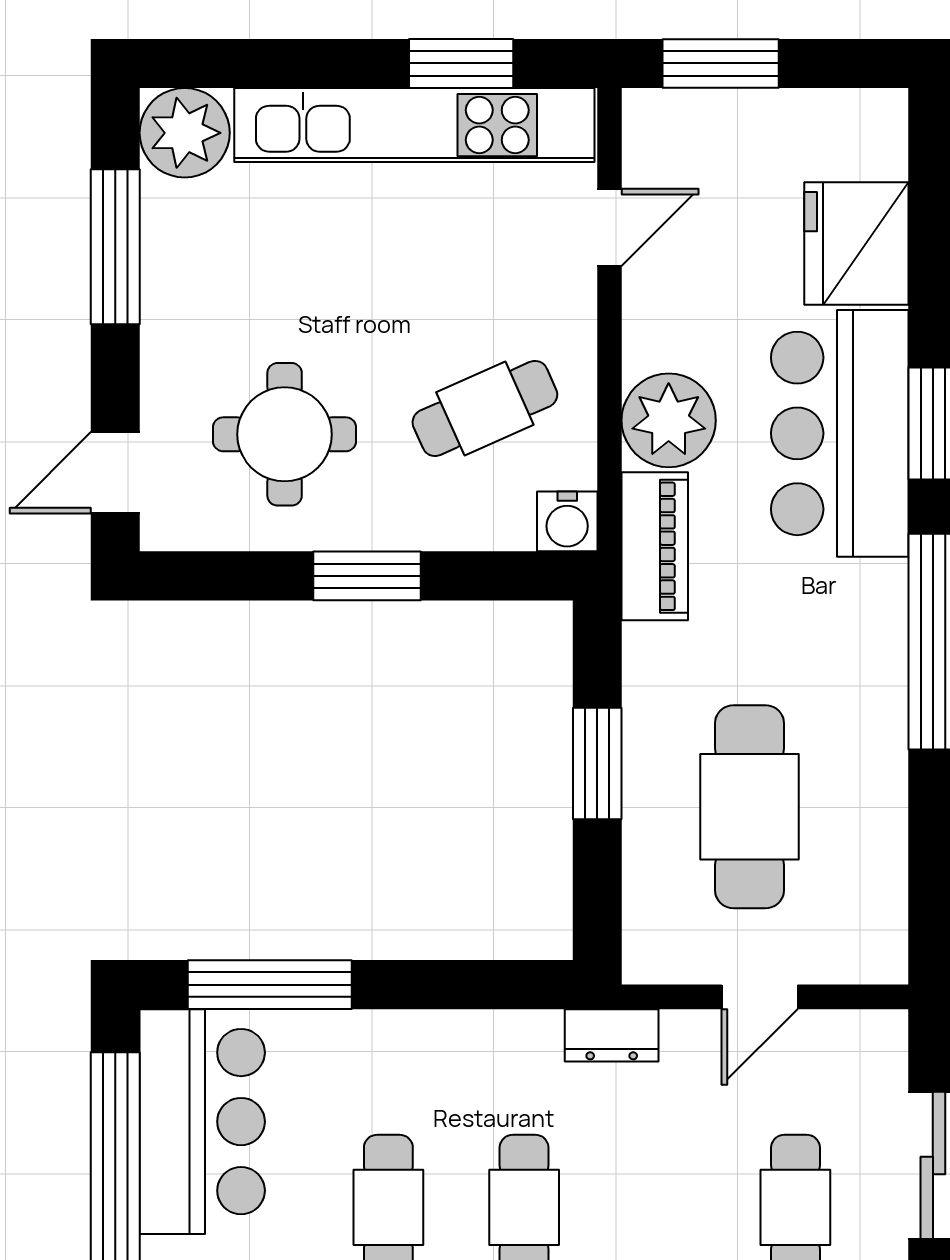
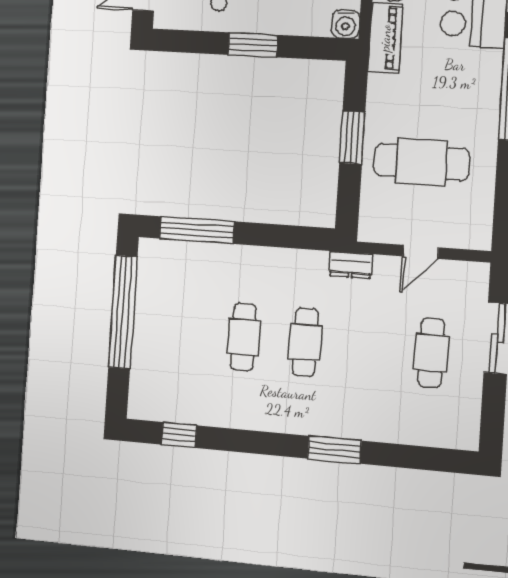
cafe table: (749, 807) -> (422, 162), turned 90
bar counter: (202, 1122) -> (163, 291), removed

